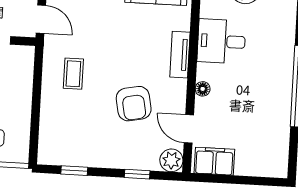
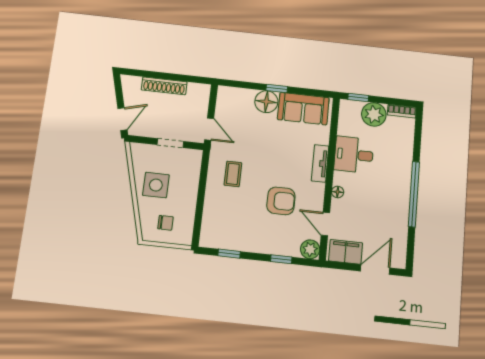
armchair: (134, 104) -> (281, 201), turned -79
door: (251, 180) -> (375, 270), added

